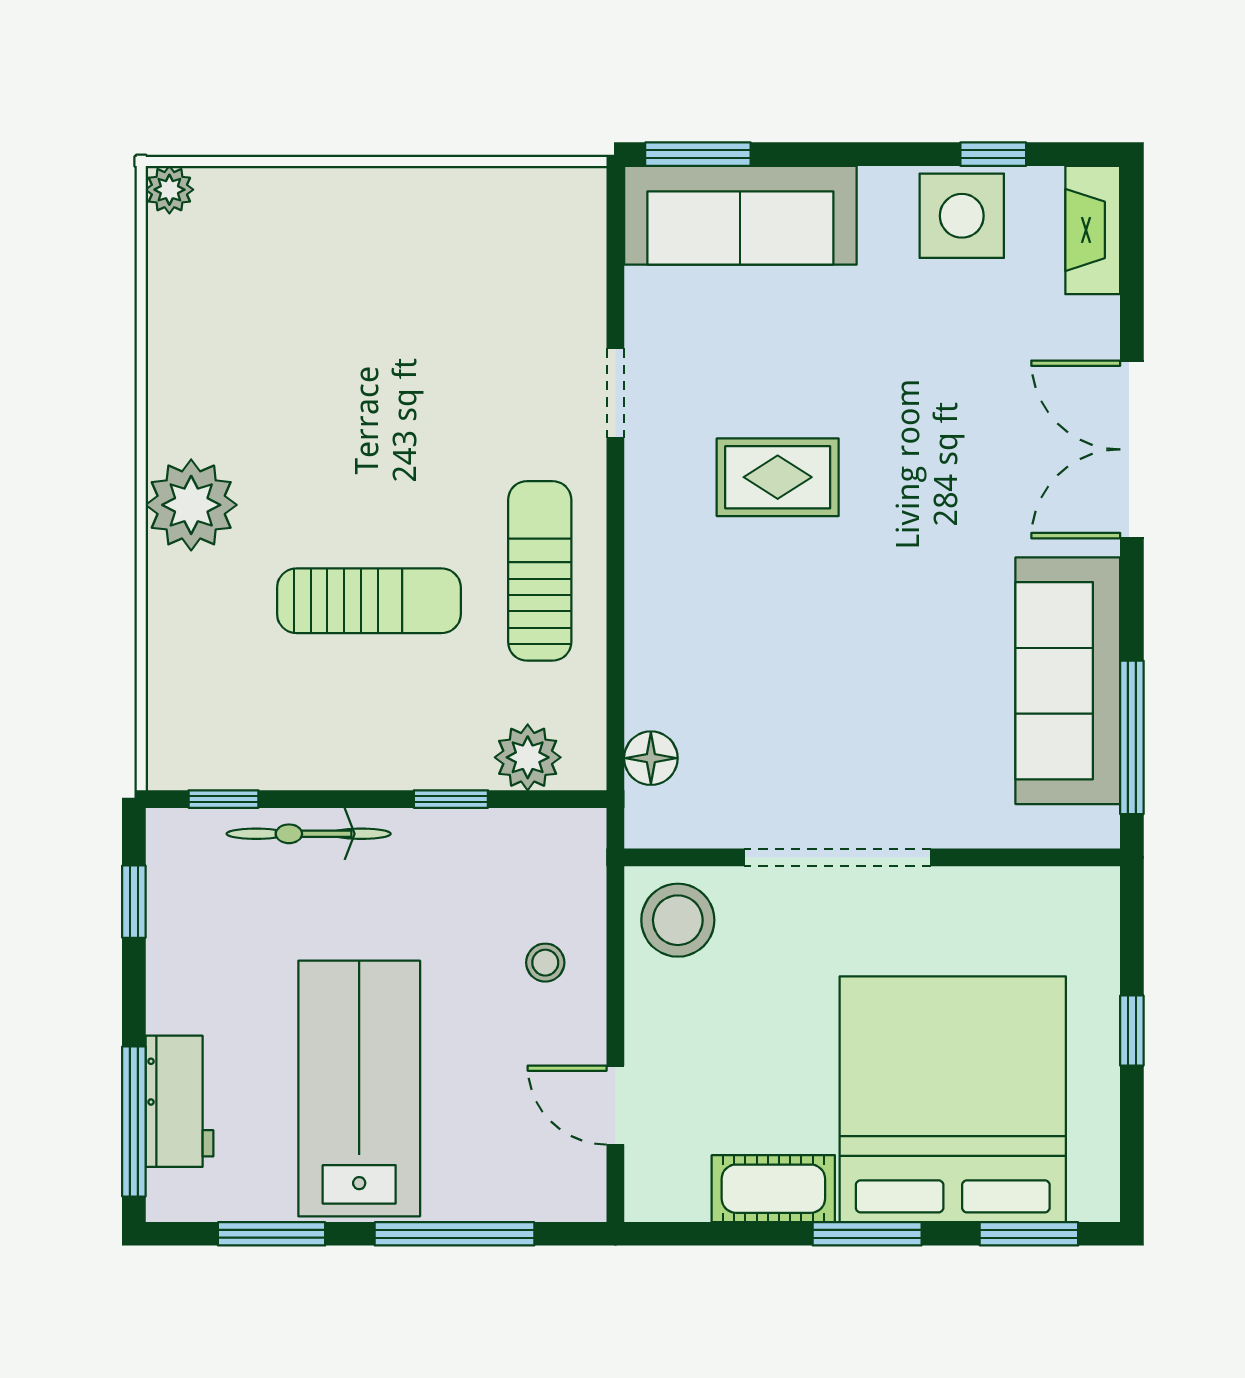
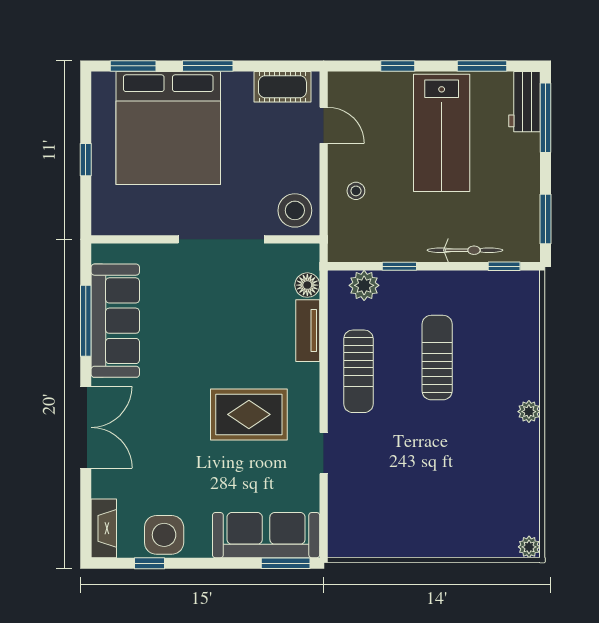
rug: (778, 477) -> (249, 414), width x1.36, depth x1.43
plant: (191, 505) -> (529, 412), width x0.53, depth x0.53
sun lounger: (369, 601) -> (437, 358), turned 90
tv unit: (650, 659) -> (308, 331), added
window: (1132, 737) -> (86, 321), moved
window: (134, 902) -> (545, 219), width x1.50
workbench: (179, 1101) -> (524, 102), moved
cot: (773, 1189) -> (282, 87), moved
window: (454, 1234) -> (398, 66), width x0.46

